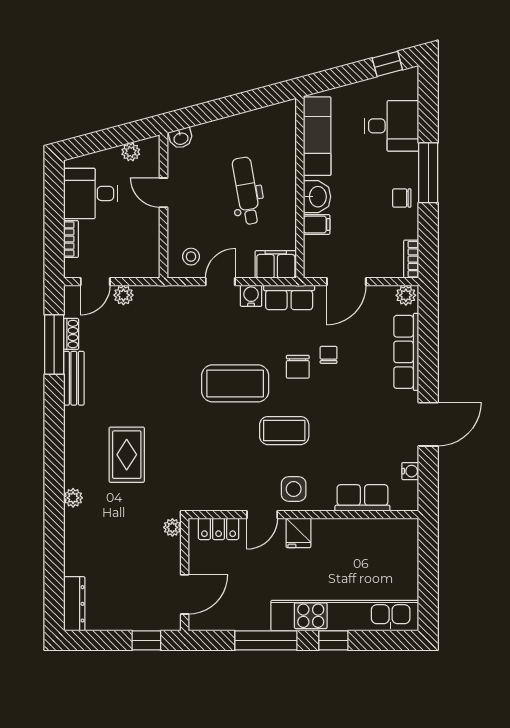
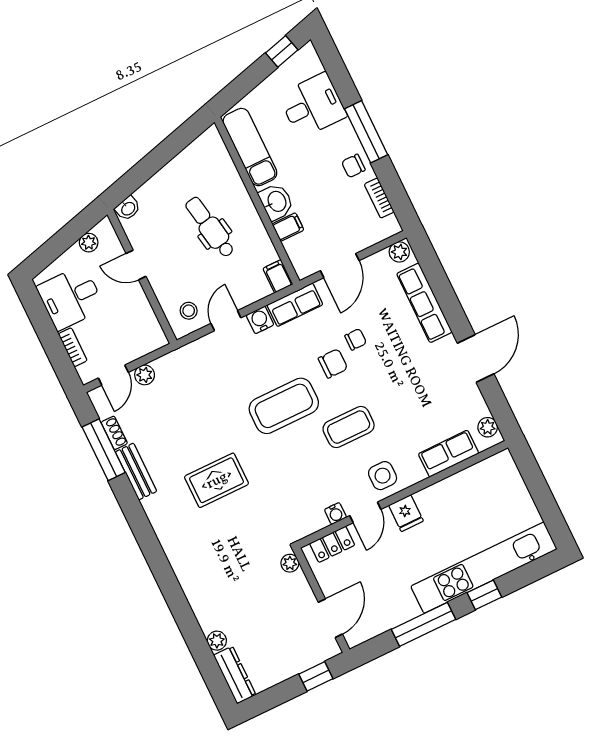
bookcase: (411, 259) -> (379, 198), moved
filing cabinet: (276, 264) -> (278, 276), width x0.50
chair: (329, 355) -> (356, 339), turned 90
chair: (298, 367) -> (333, 363), turned -90
rug: (127, 455) -> (217, 480), moved, turned 90
water cooler: (410, 471) -> (335, 513), moved, turned 90
plant: (409, 491) -> (488, 427), added
plant: (73, 498) -> (217, 641), moved

